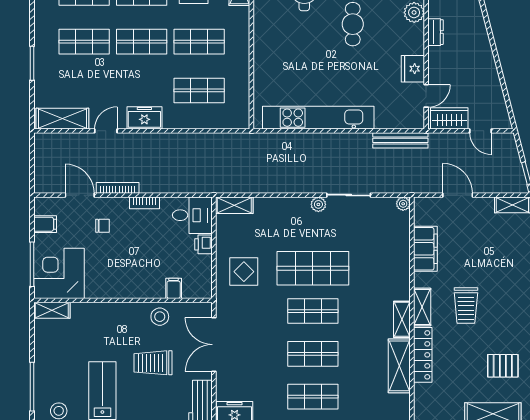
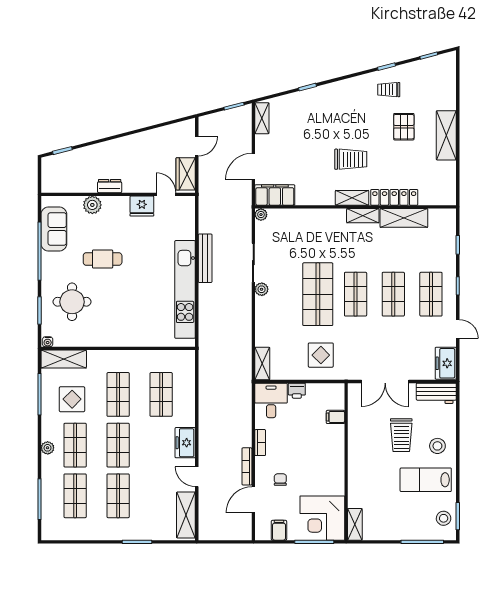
bench: (400, 140) -> (205, 258), moved
filing cabinet: (425, 249) -> (275, 195), moved
stool: (160, 317) -> (437, 446), moved

